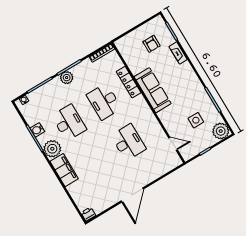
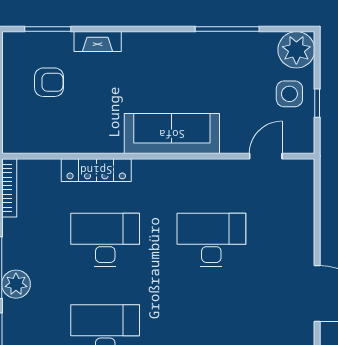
sofa: (153, 90) -> (172, 134), moved
desk: (104, 102) -> (105, 240), turned 180
side table: (196, 120) -> (289, 94), moved

